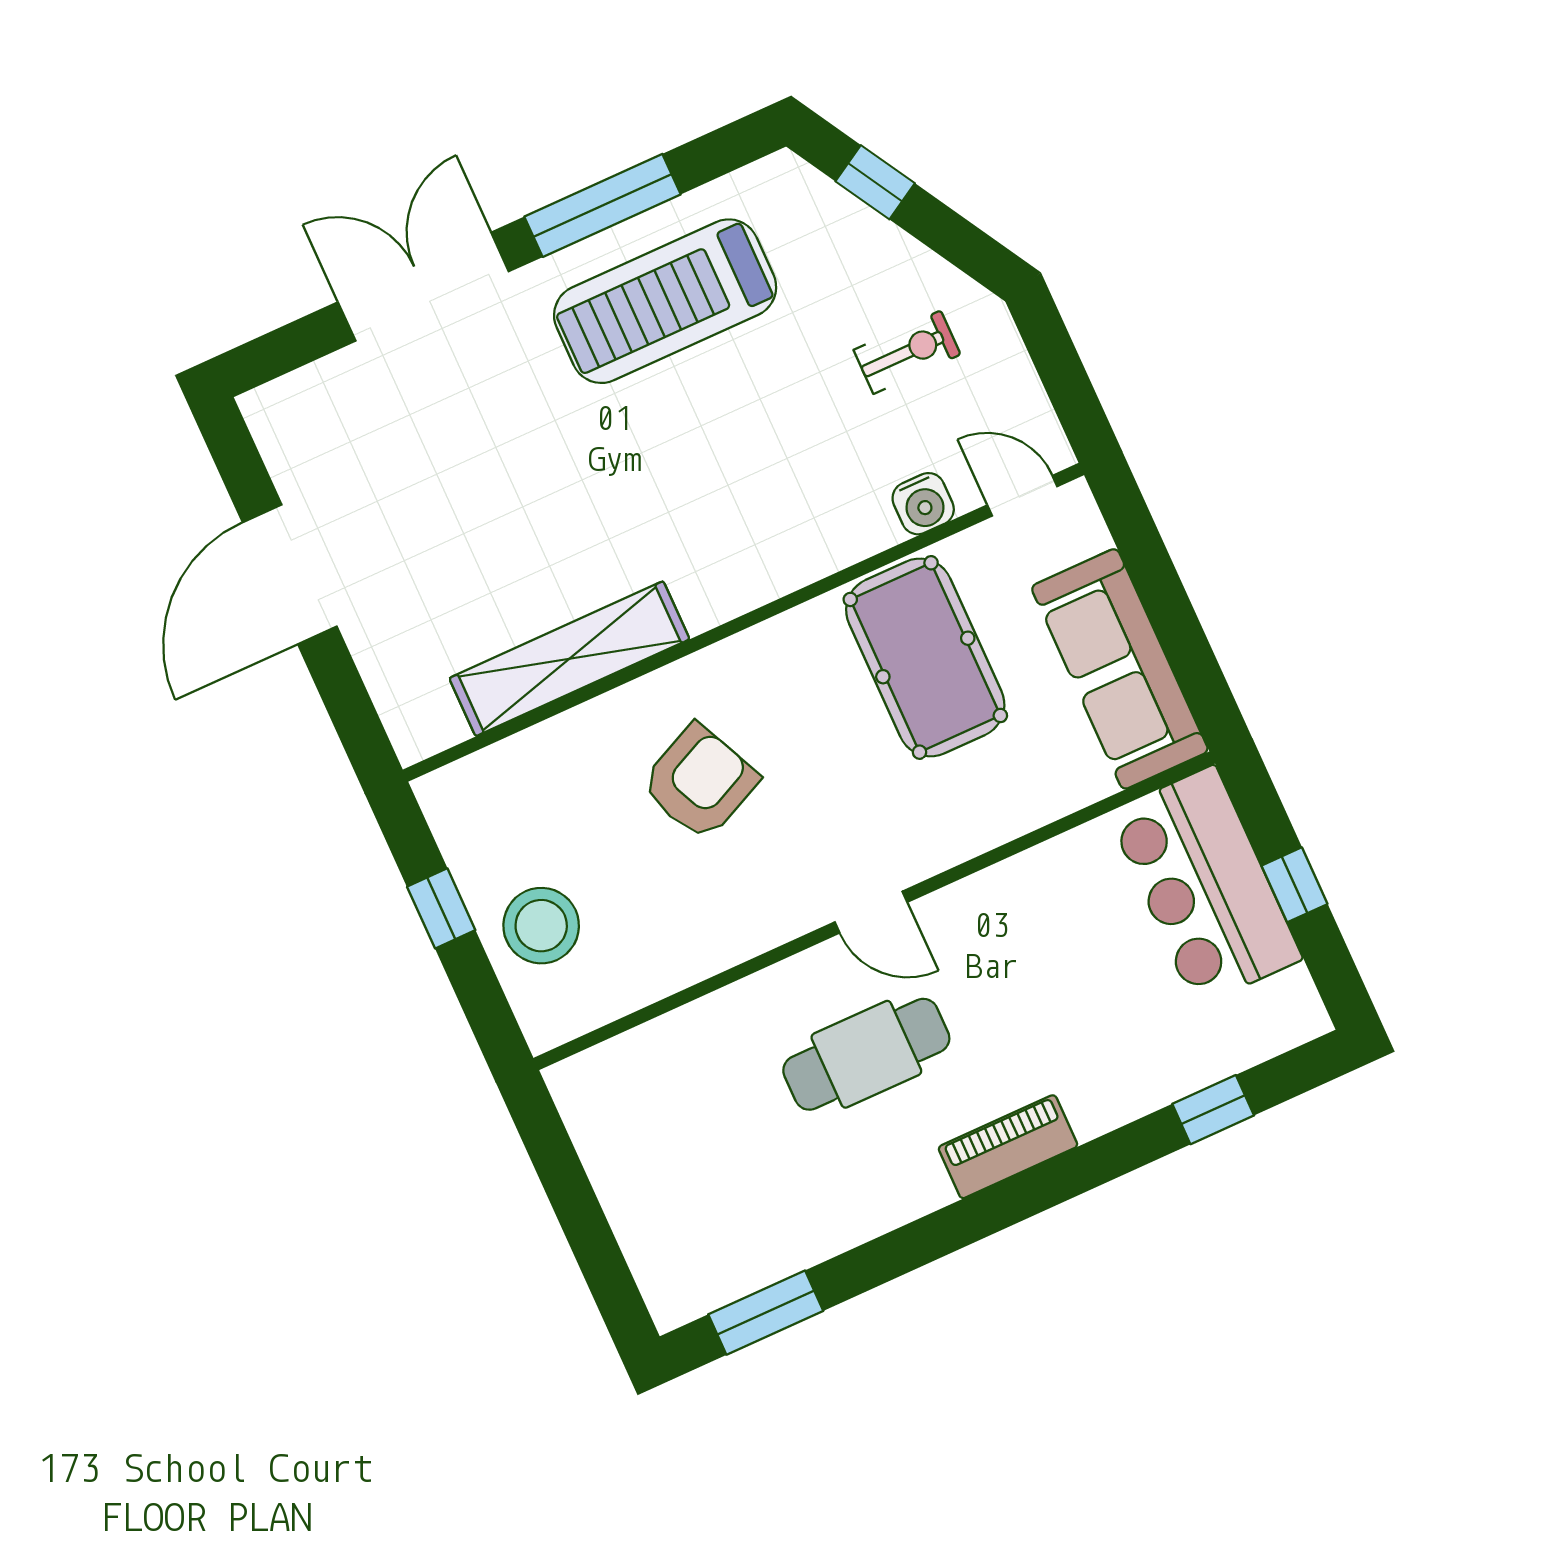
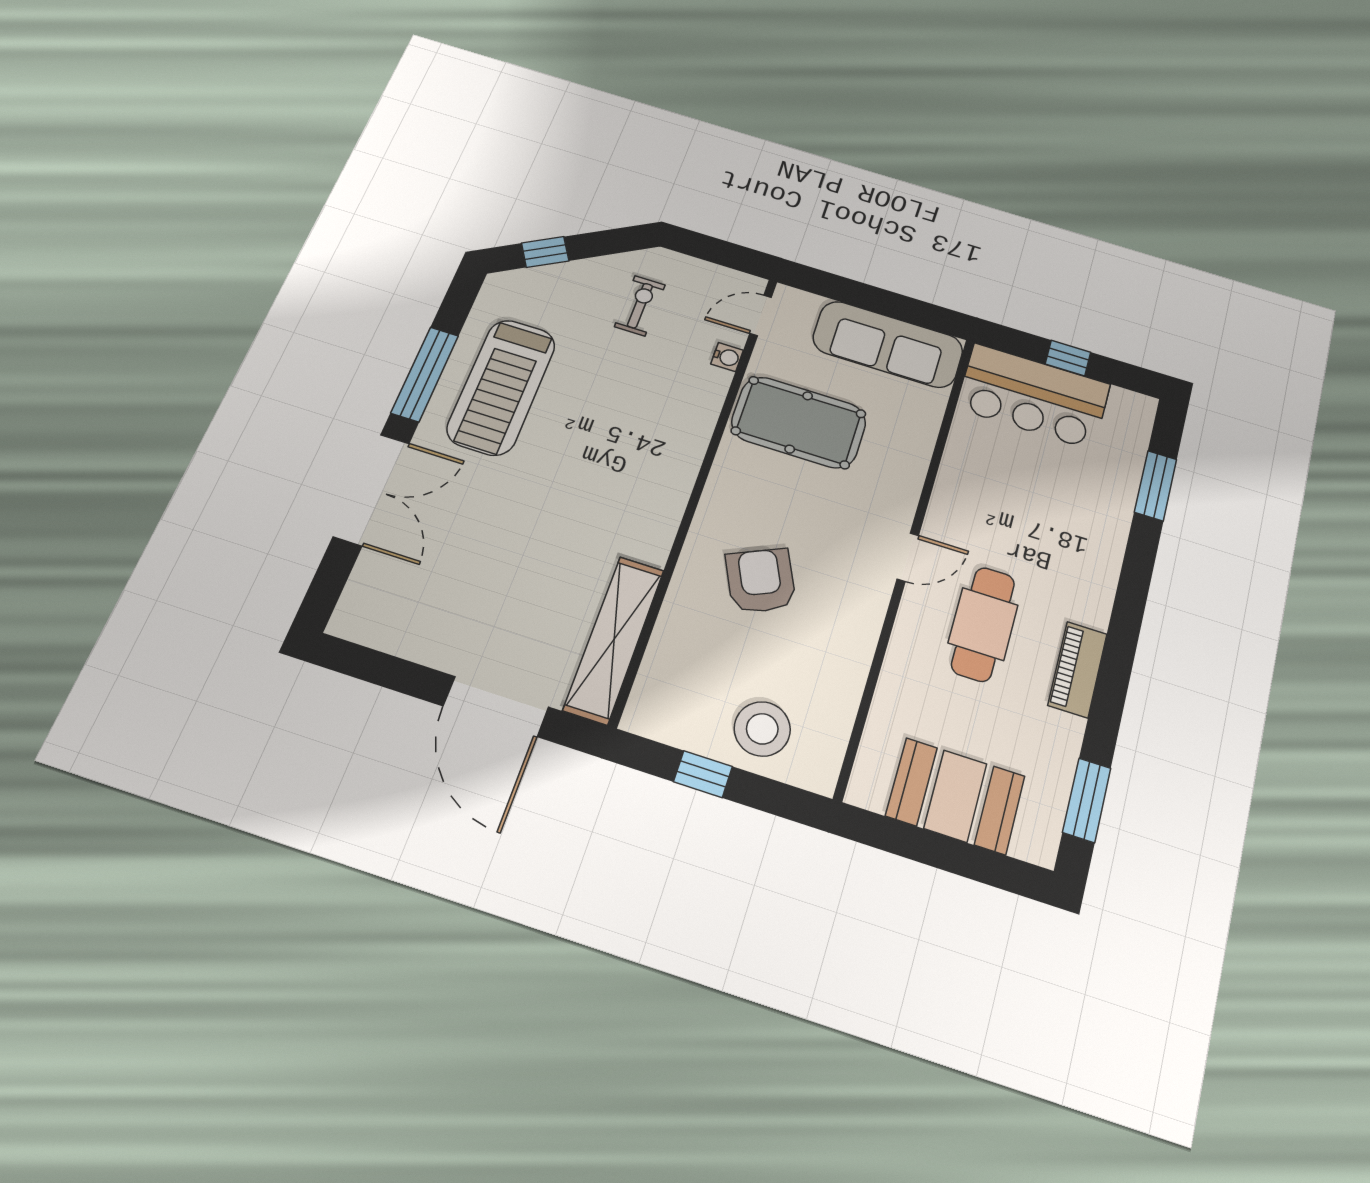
double door: (423, 287) -> (372, 490), swing flipped
water cooler: (923, 504) -> (727, 357), width x0.72, depth x0.72
door: (290, 574) -> (496, 706), moved
shelving: (569, 659) -> (614, 639), moved
window: (1213, 1110) -> (1156, 486), width x1.50
piano: (1008, 1147) -> (1078, 669), moved
booth: (649, 1177) -> (955, 796), added

